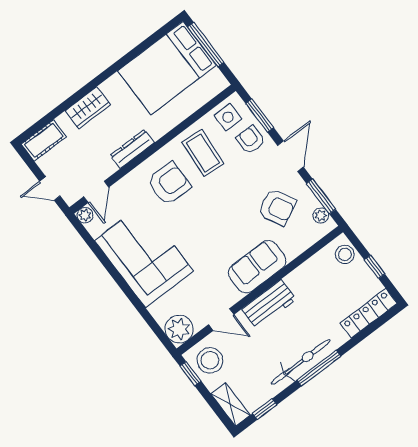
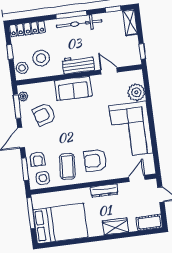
window: (206, 45) -> (31, 213), moved
armchair: (277, 207) -> (44, 114), turned -80
plant: (85, 215) -> (150, 169), removed
plant: (179, 329) -> (136, 92), moved
stool: (210, 360) -> (41, 58), moved

